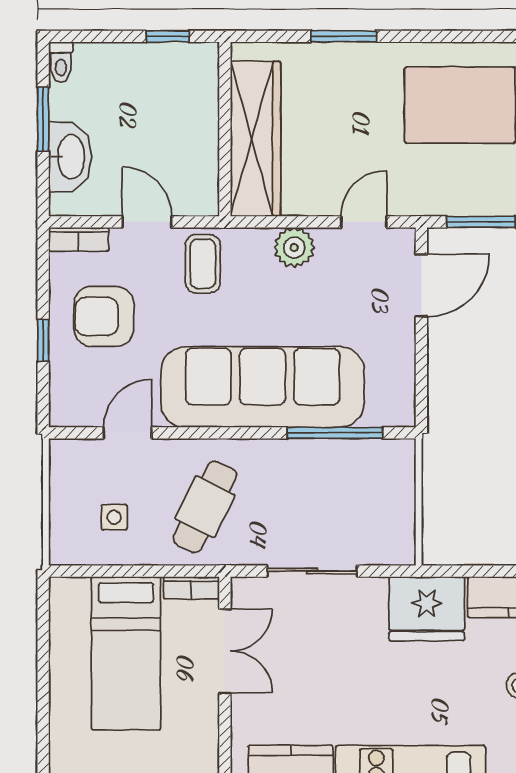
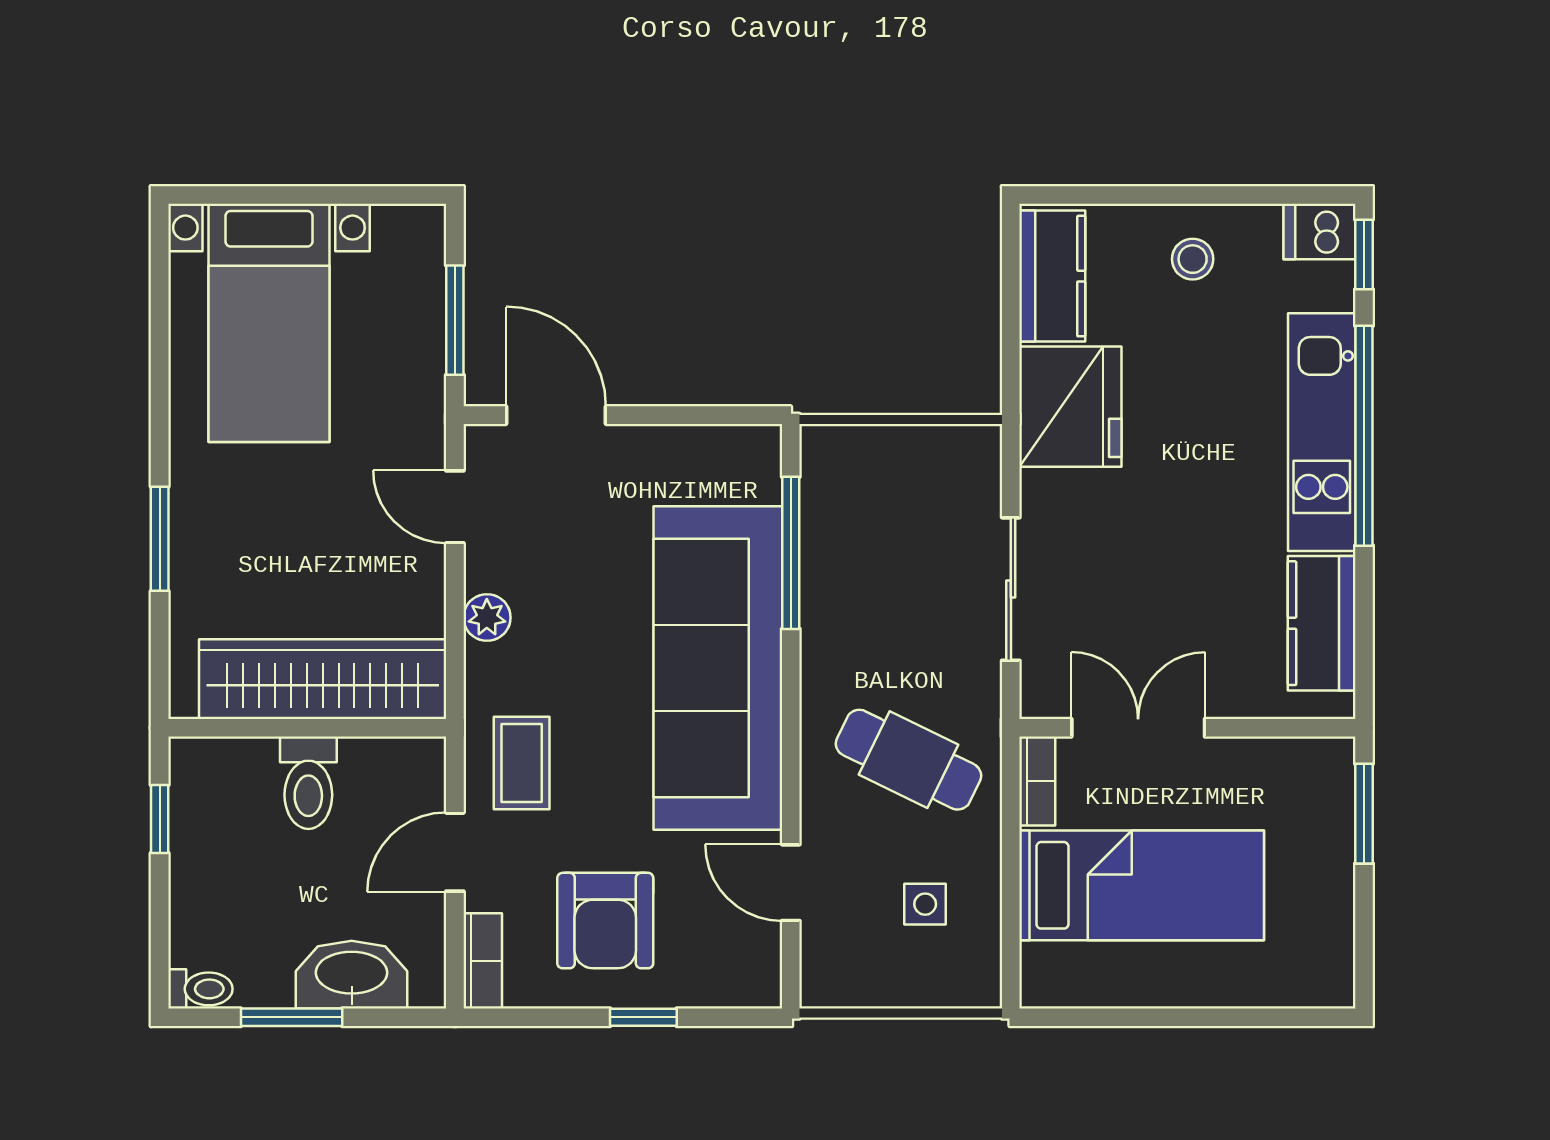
toilet: (190, 130) -> (308, 783), added
plant: (294, 248) -> (487, 618), width x0.73, depth x0.73
coffee table: (203, 264) -> (522, 763), turned 90

